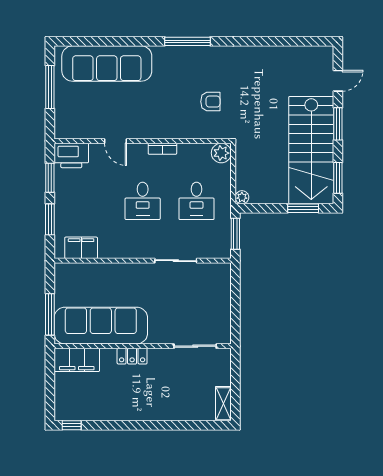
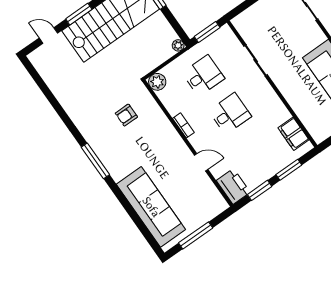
armchair: (210, 102) -> (126, 115), turned -90
door: (116, 141) -> (201, 162), hinge flipped

